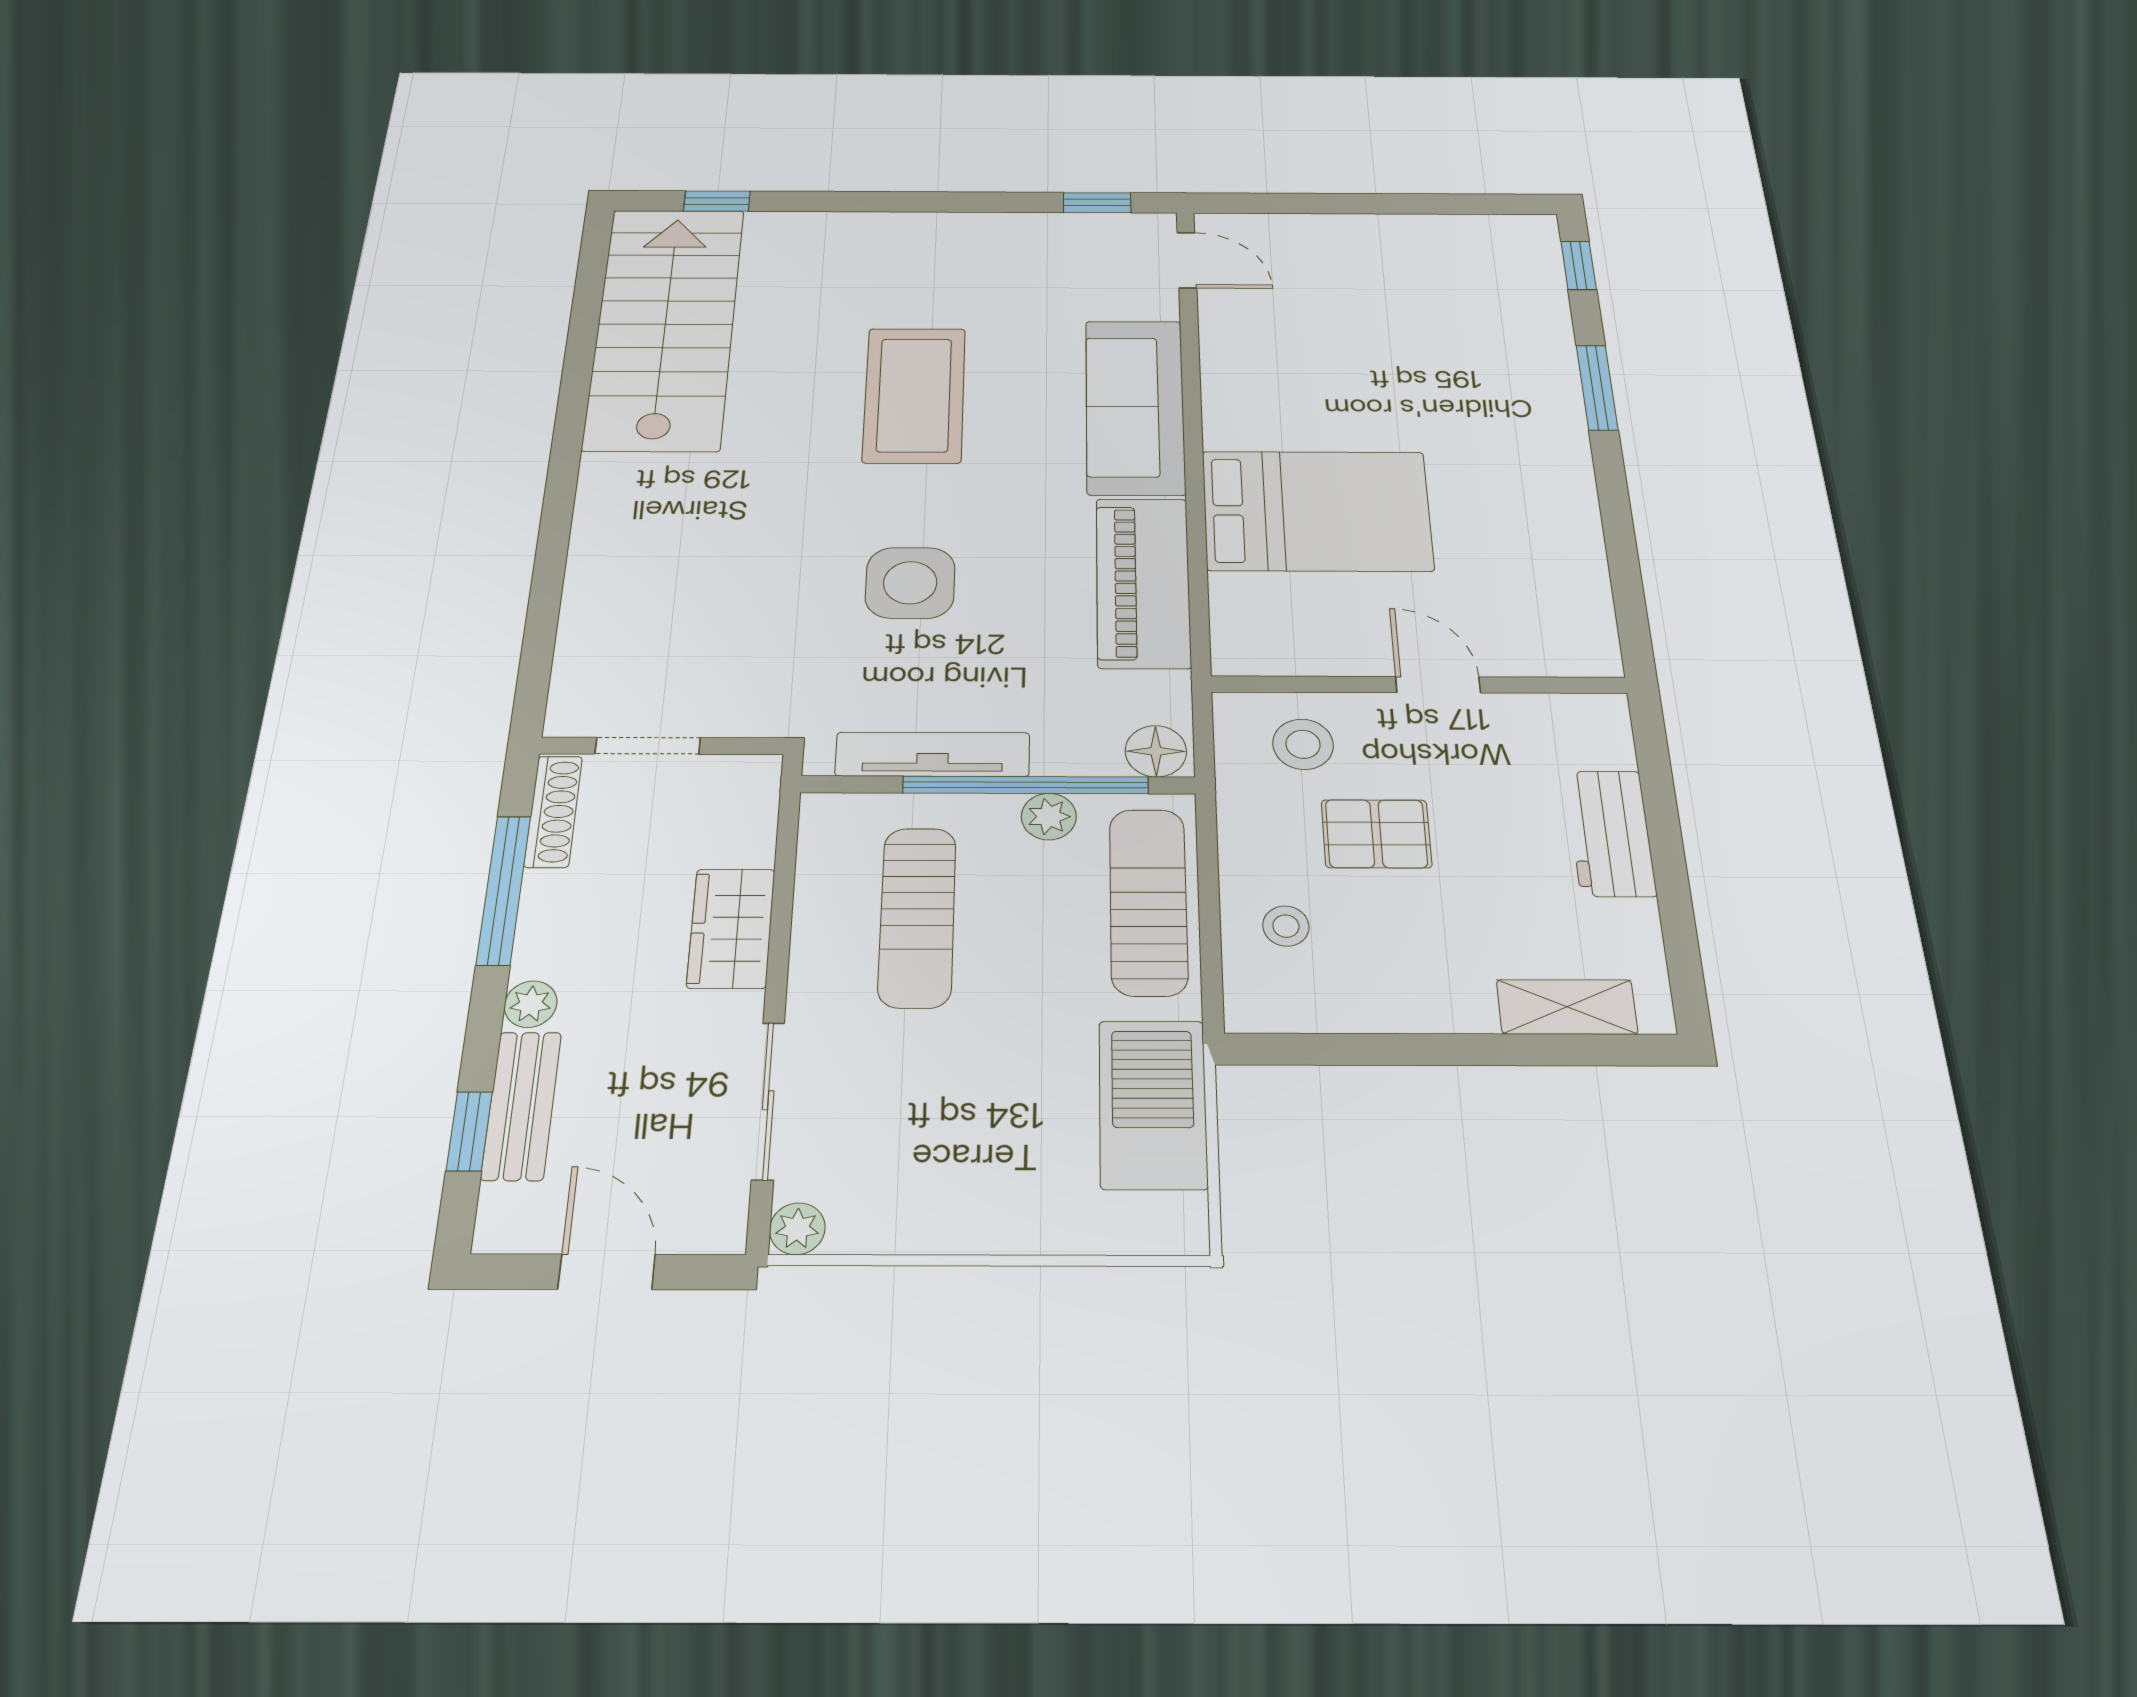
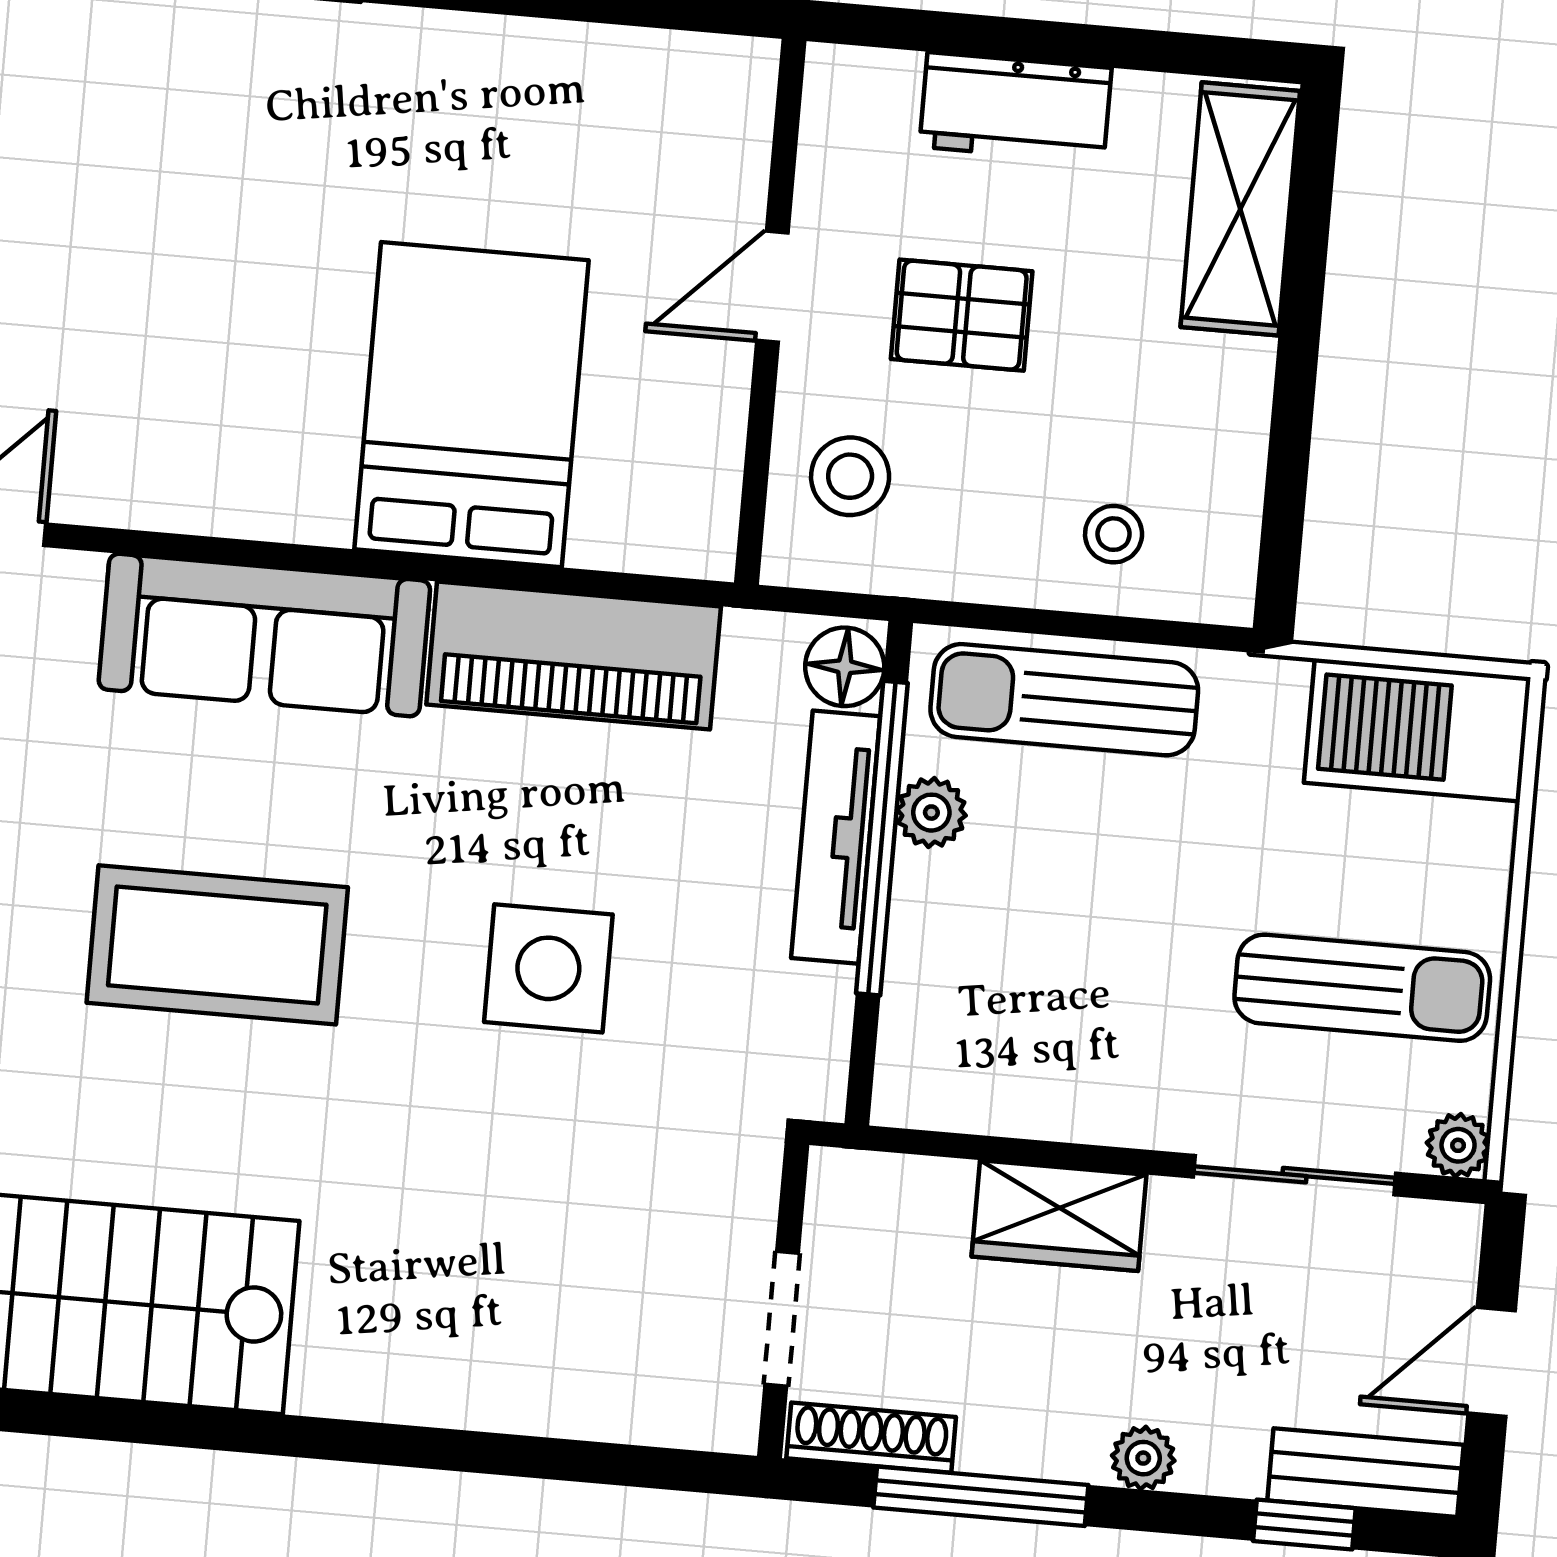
tv unit: (933, 754) -> (836, 837), moved
pallet: (1376, 834) -> (962, 315), moved, turned 90
sun lounger: (917, 917) -> (1362, 988), moved
shelving: (1567, 1007) -> (1240, 209), width x1.50, depth x1.33
barbecue: (1153, 1104) -> (1417, 730), moved
bench: (521, 1105) -> (1365, 1473), moved

